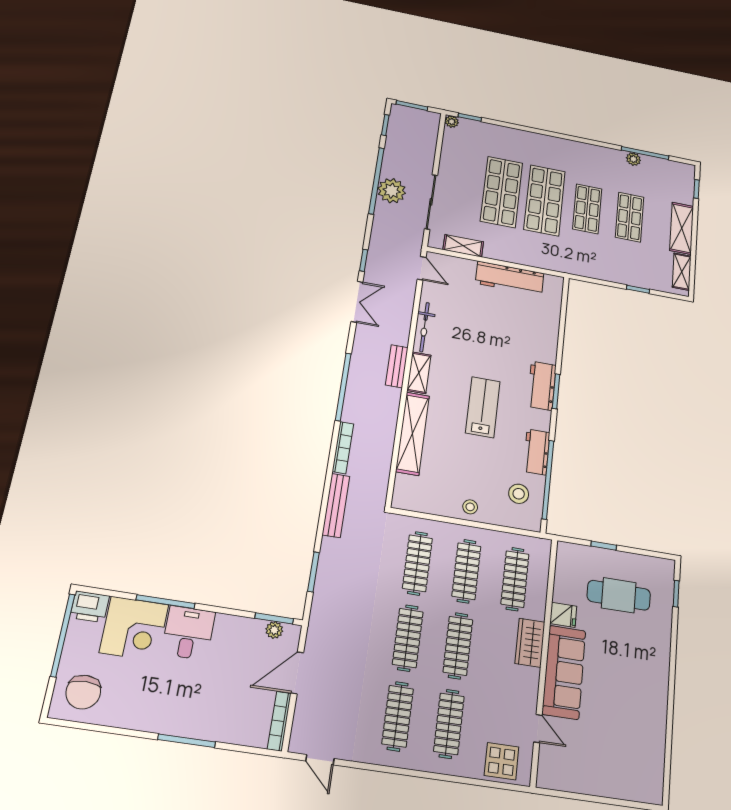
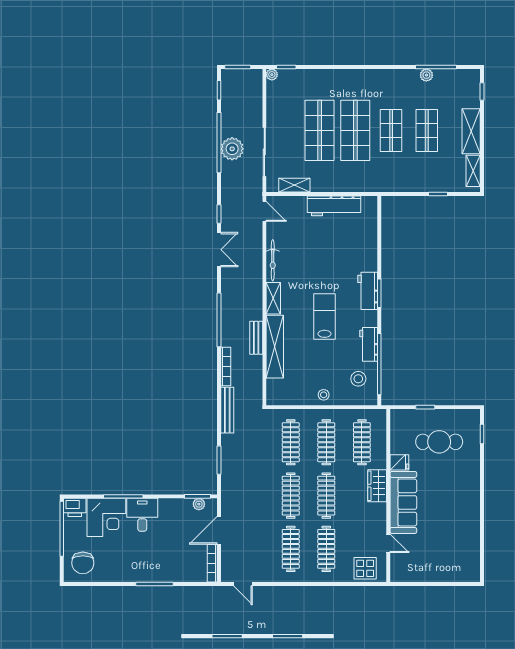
bench: (397, 366) -> (256, 338), moved

